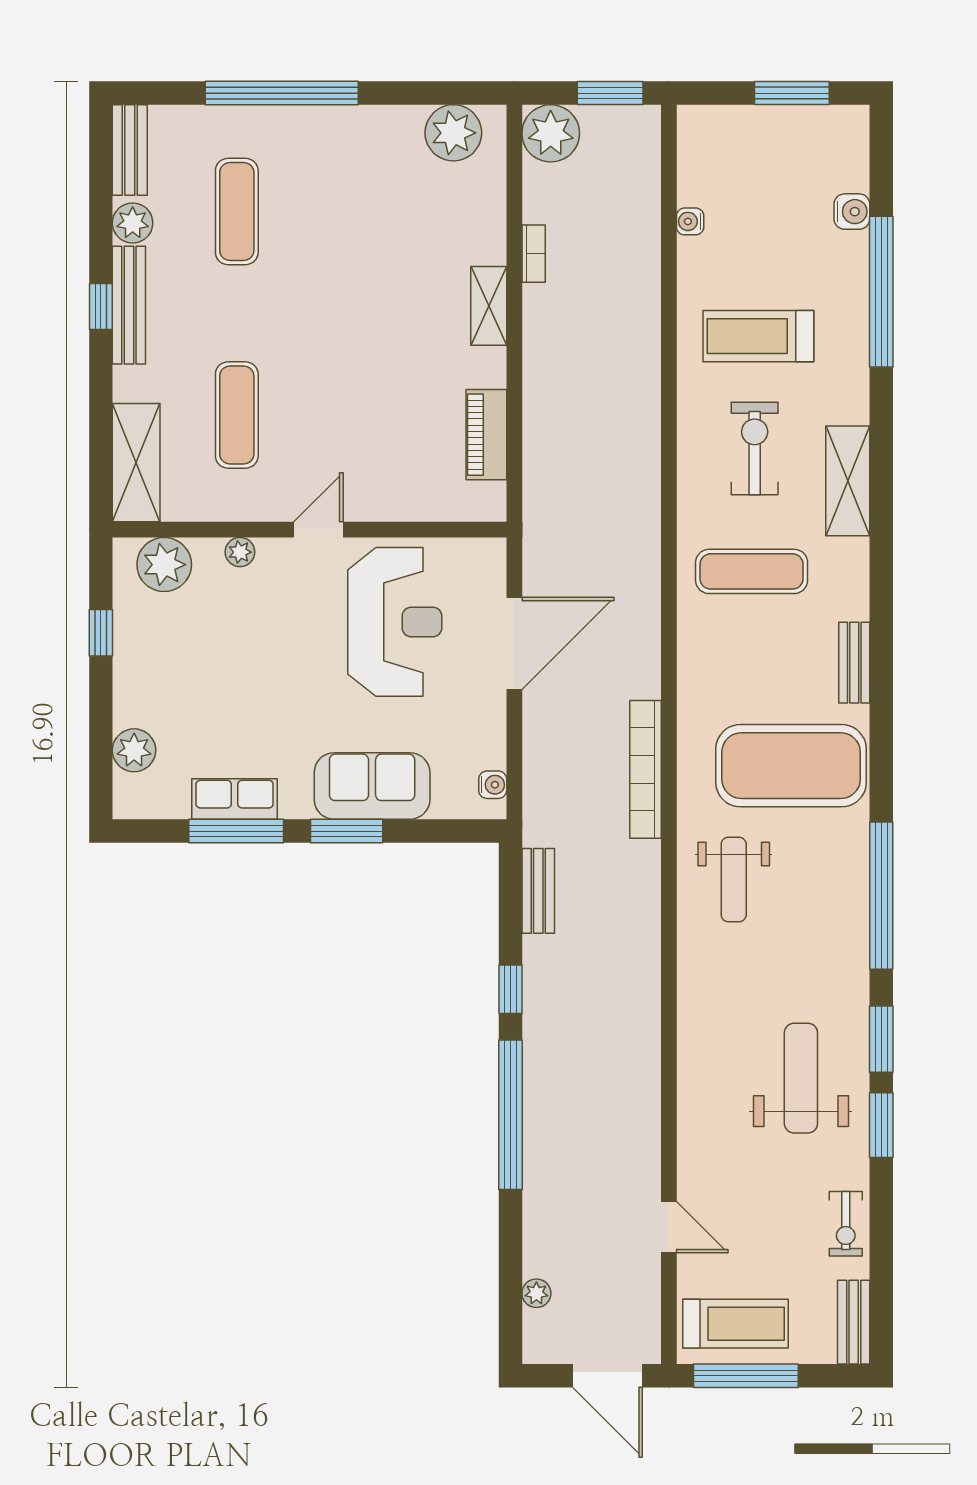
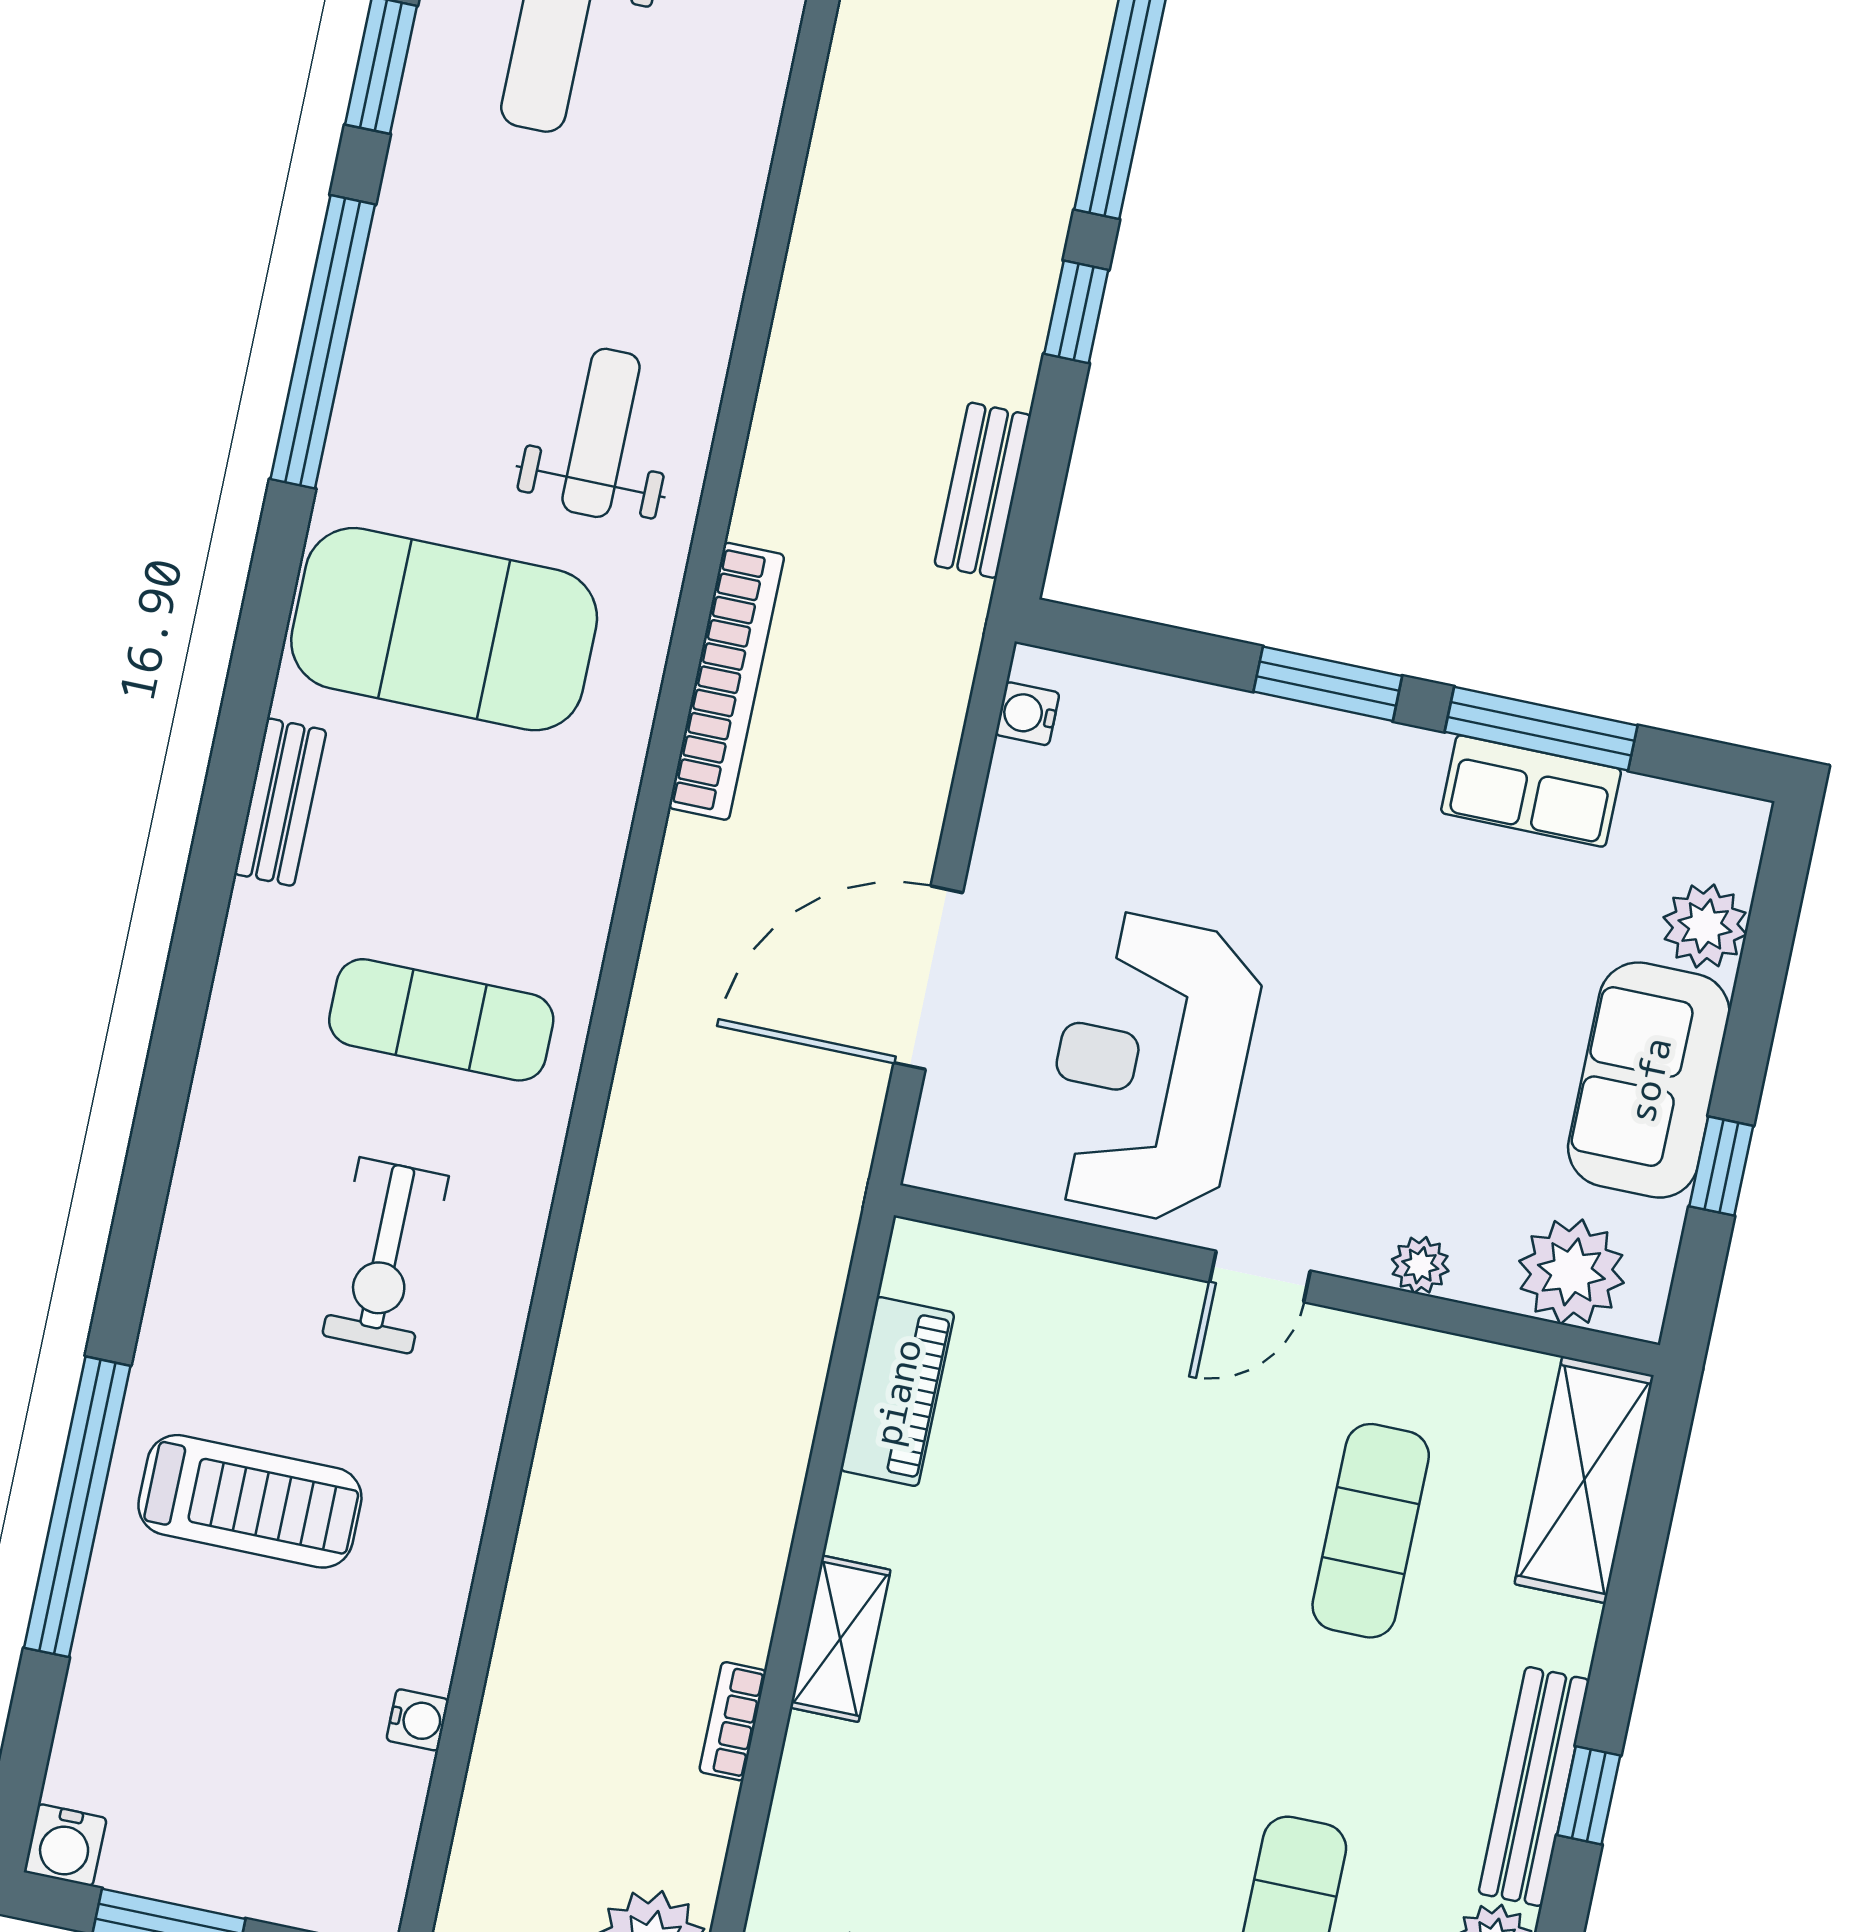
water cooler: (852, 212) -> (65, 1845), moved, turned -90
treadmill: (758, 336) -> (250, 1501), moved
shelving: (848, 481) -> (219, 1155), removed
sofa: (372, 786) -> (1649, 1080), moved, turned 90

